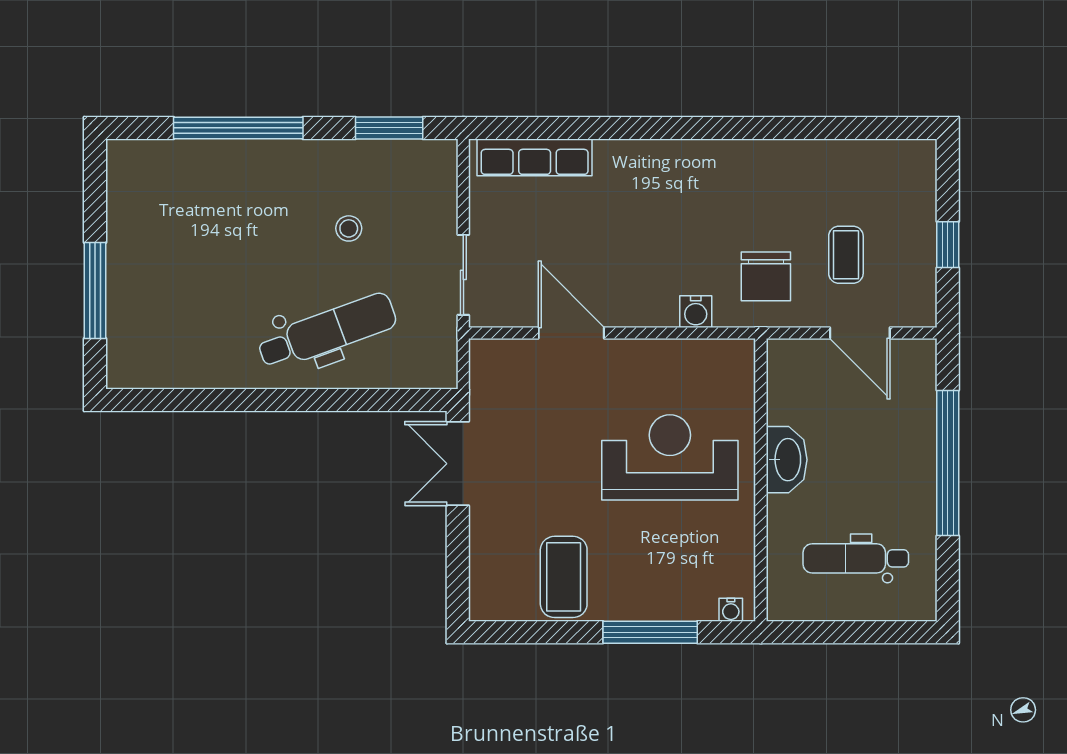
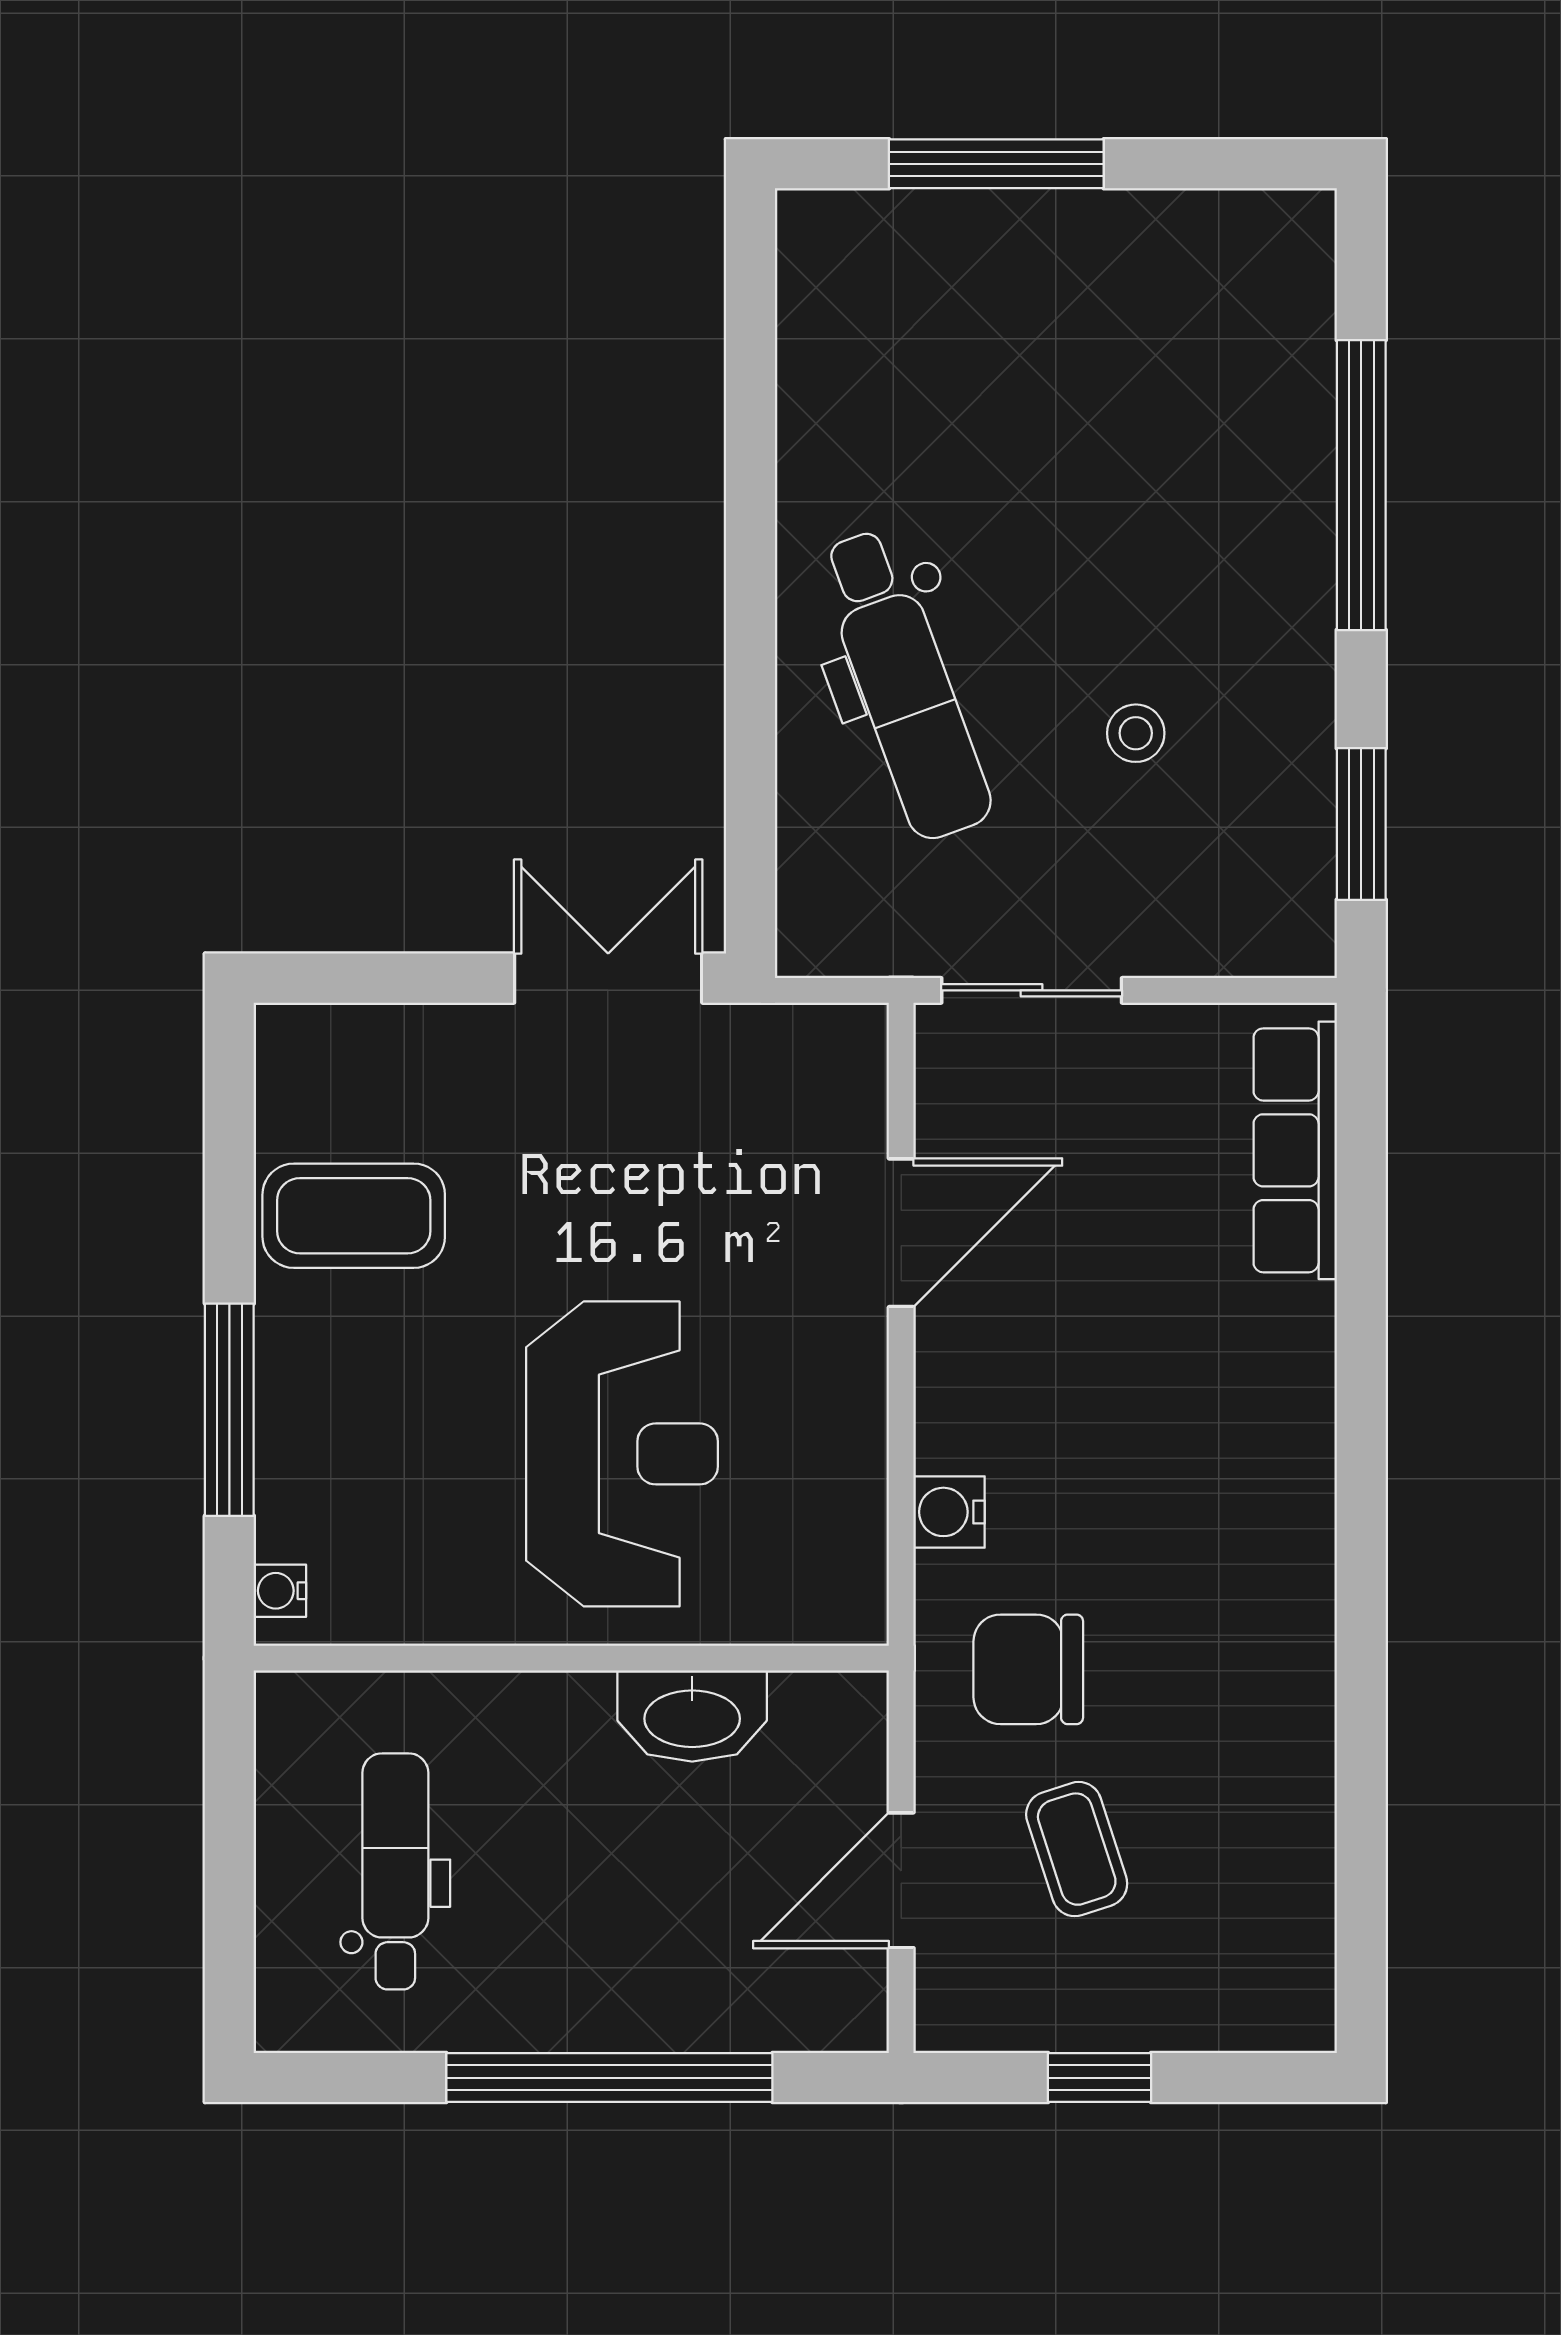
coffee table: (846, 255) -> (1077, 1849), turned 72
washbasin: (787, 460) -> (692, 1716), moved

